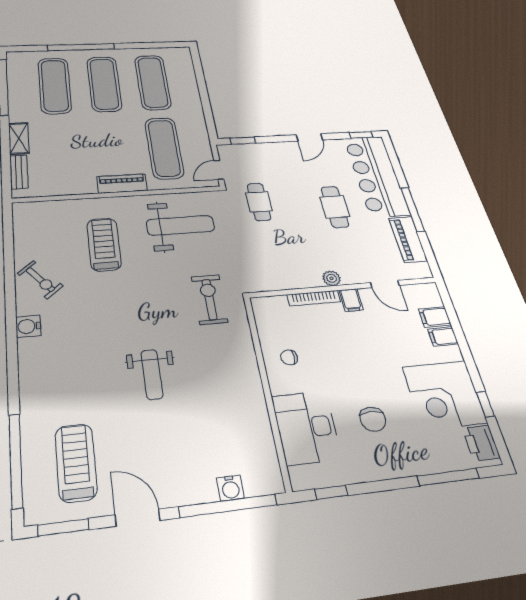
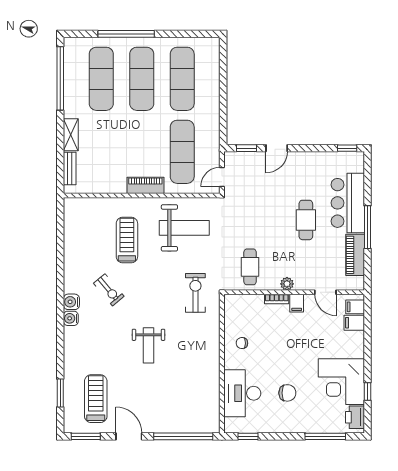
door: (309, 137) -> (277, 148), moved
bar counter: (376, 176) -> (348, 203), width x0.73
cafe table: (259, 202) -> (250, 267), moved
exercise bike: (40, 280) -> (109, 290), moved
bookcase: (314, 298) -> (277, 299), width x0.64
filing cabinet: (443, 336) -> (355, 307), moved
chair: (373, 419) -> (287, 393), turned -90
window: (16, 460) -> (60, 393), width x0.47
water cooler: (230, 488) -> (71, 318), moved, turned 90

